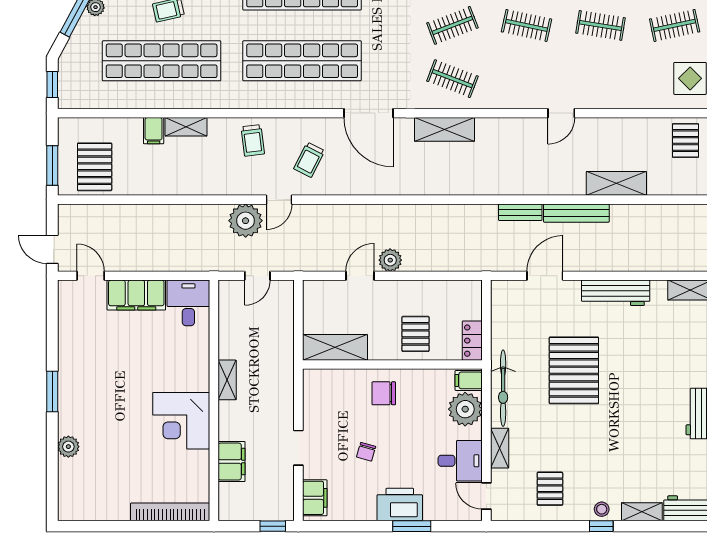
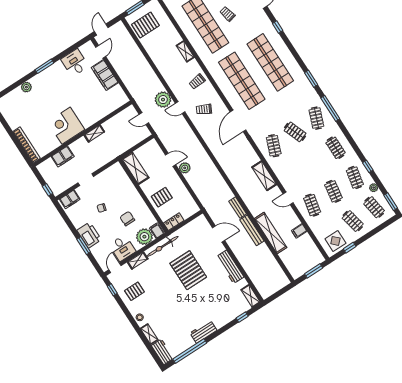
clothes rail: (526, 25) -> (312, 205), moved
shelving: (445, 129) -> (264, 176), moved
filing cabinet: (154, 131) -> (299, 231), moved
pallet: (685, 141) -> (309, 255), removed
shelving: (616, 183) -> (271, 233), width x1.47
desk: (188, 303) -> (75, 63), moved, turned -90
pallet: (574, 370) -> (188, 270), turned 90
chair: (384, 393) -> (127, 219), moved
window: (601, 526) -> (112, 290), moved

